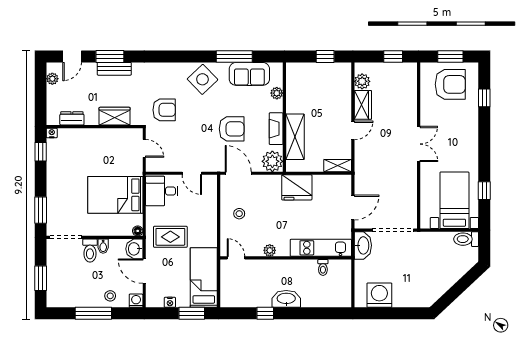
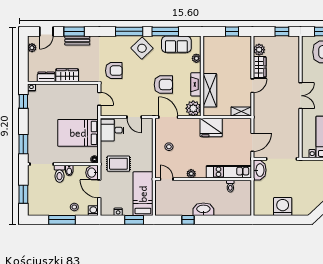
window: (185, 57) -> (129, 31), added
wardrobe: (115, 116) -> (67, 75), moved
washing machine: (379, 295) -> (283, 207), moved

